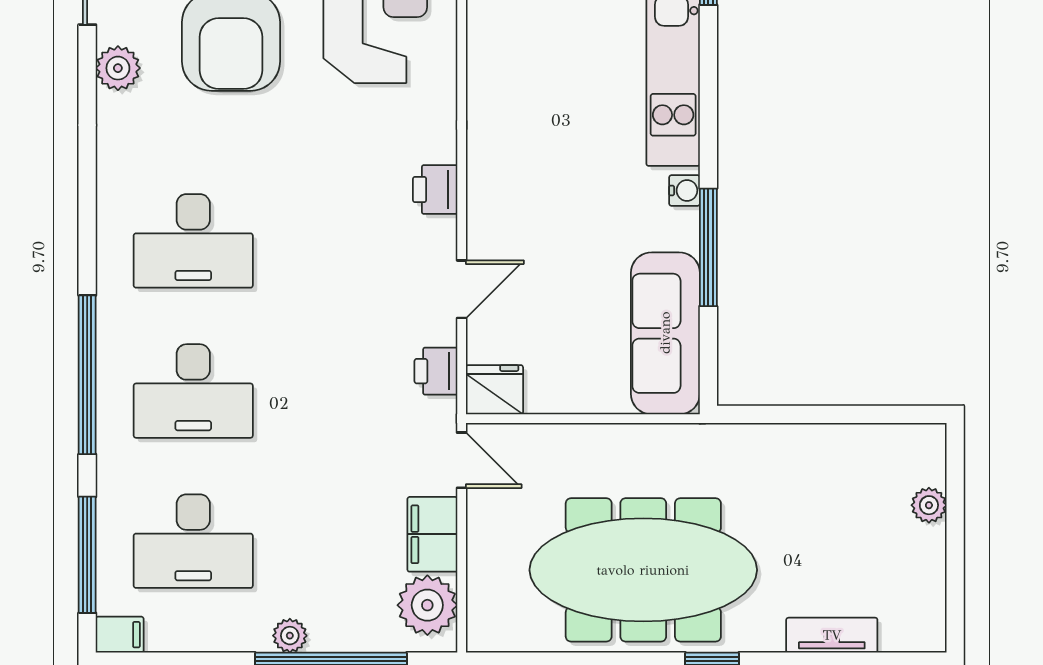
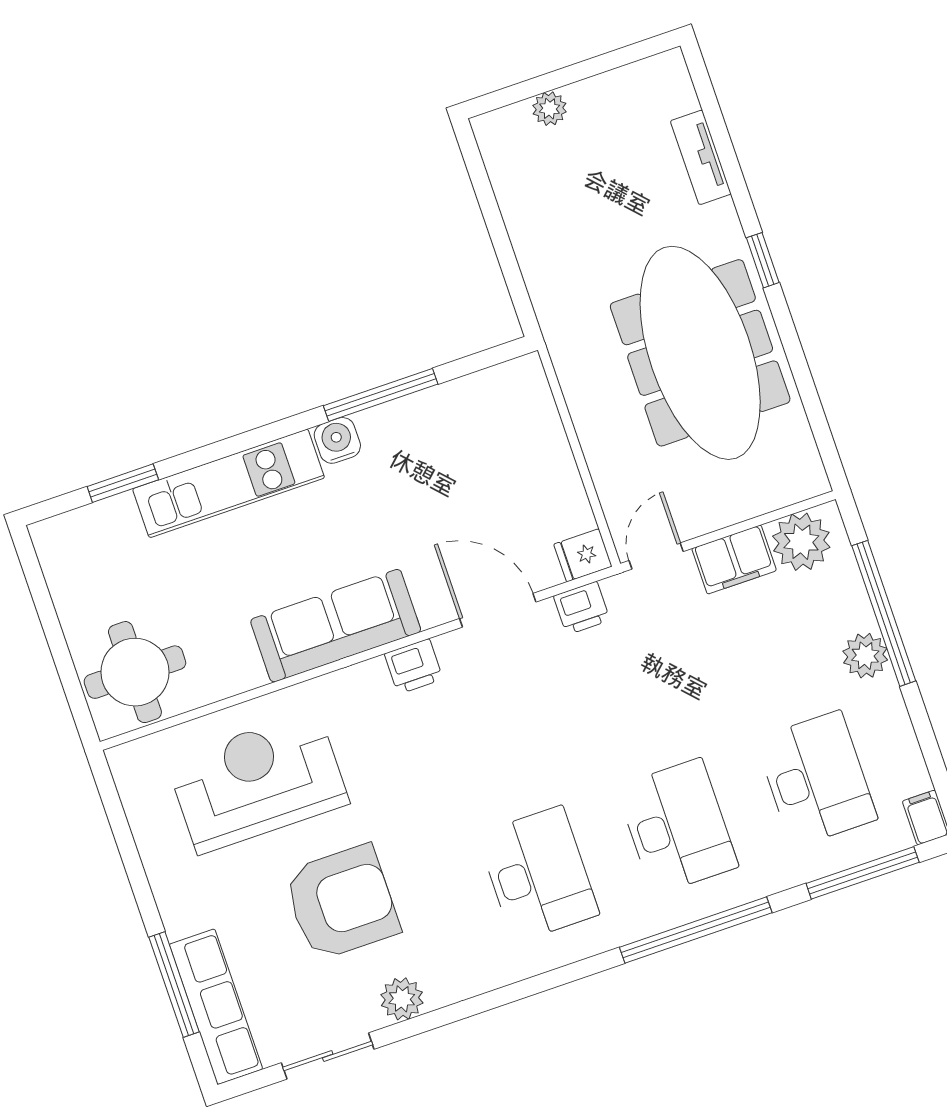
water cooler: (684, 190) -> (337, 440), width x1.38, depth x1.38
door: (462, 289) -> (498, 610), width x1.38
sofa: (665, 333) -> (336, 626), moved, turned 180
fridge: (494, 390) -> (583, 555), width x0.72
plant: (290, 636) -> (865, 656), width x1.38, depth x1.38

